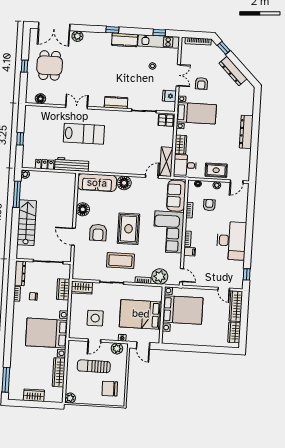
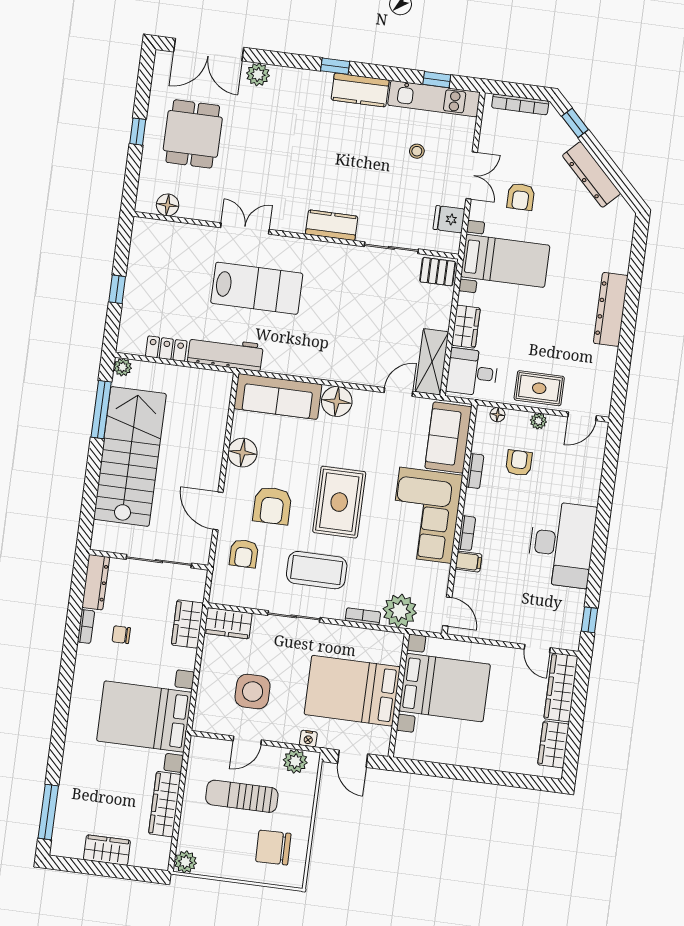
stairs: (27, 223) -> (130, 456), width x1.36, depth x1.51
armchair: (87, 255) -> (244, 554), added

